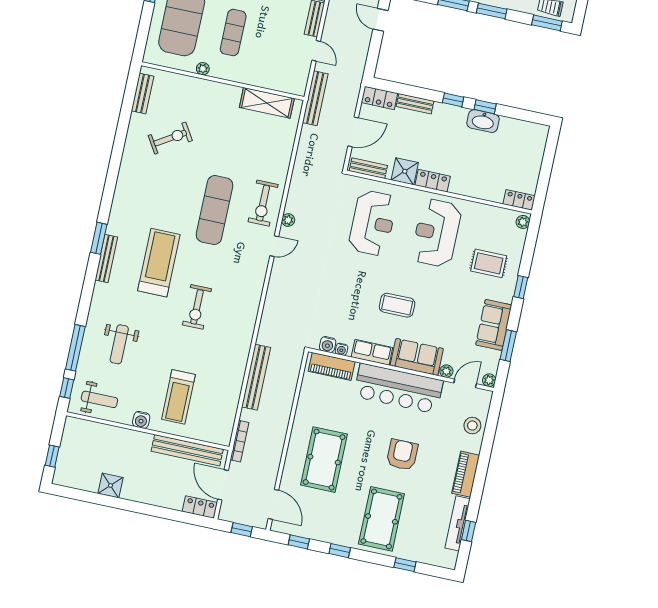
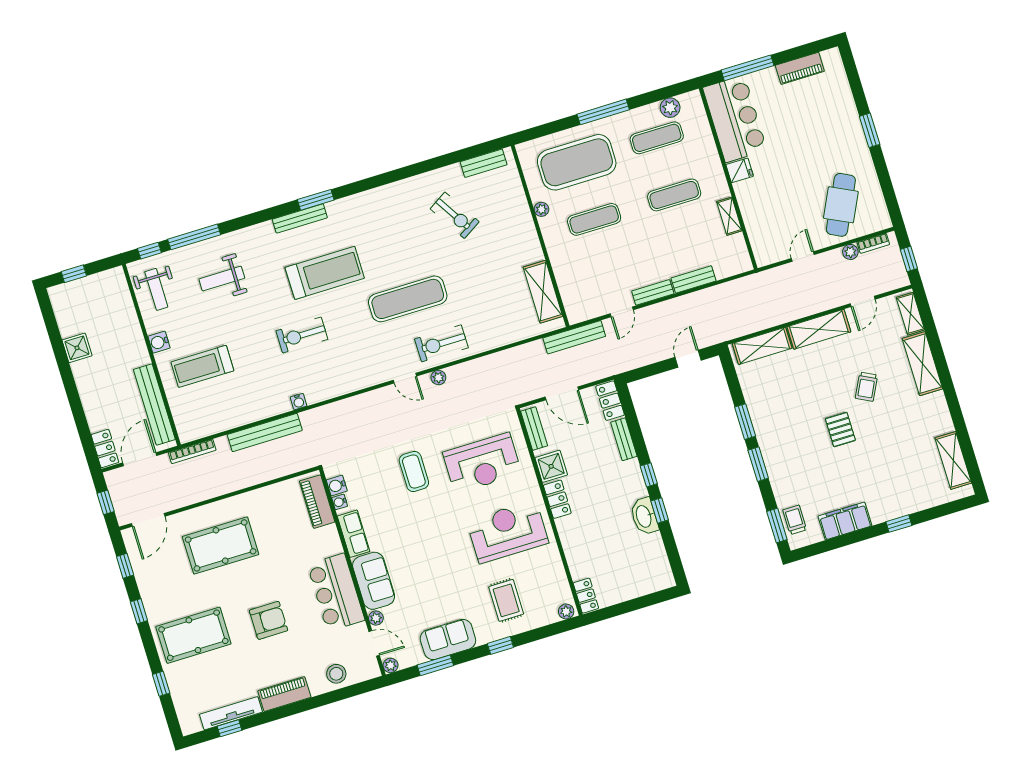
coffee table: (397, 305) -> (414, 471), moved
water cooler: (247, 338) -> (299, 402), added
bar counter: (398, 388) -> (336, 592), width x0.73

